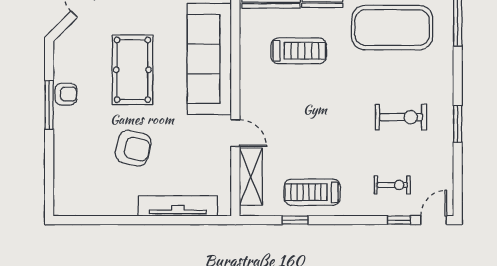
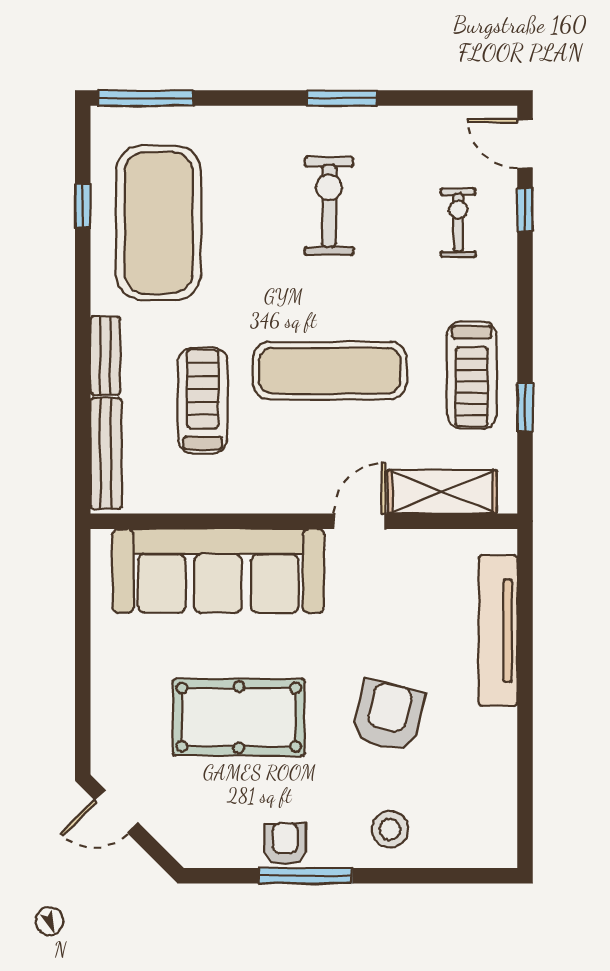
exercise mat: (314, 118) -> (330, 371), added
stool: (74, 149) -> (390, 829), added

